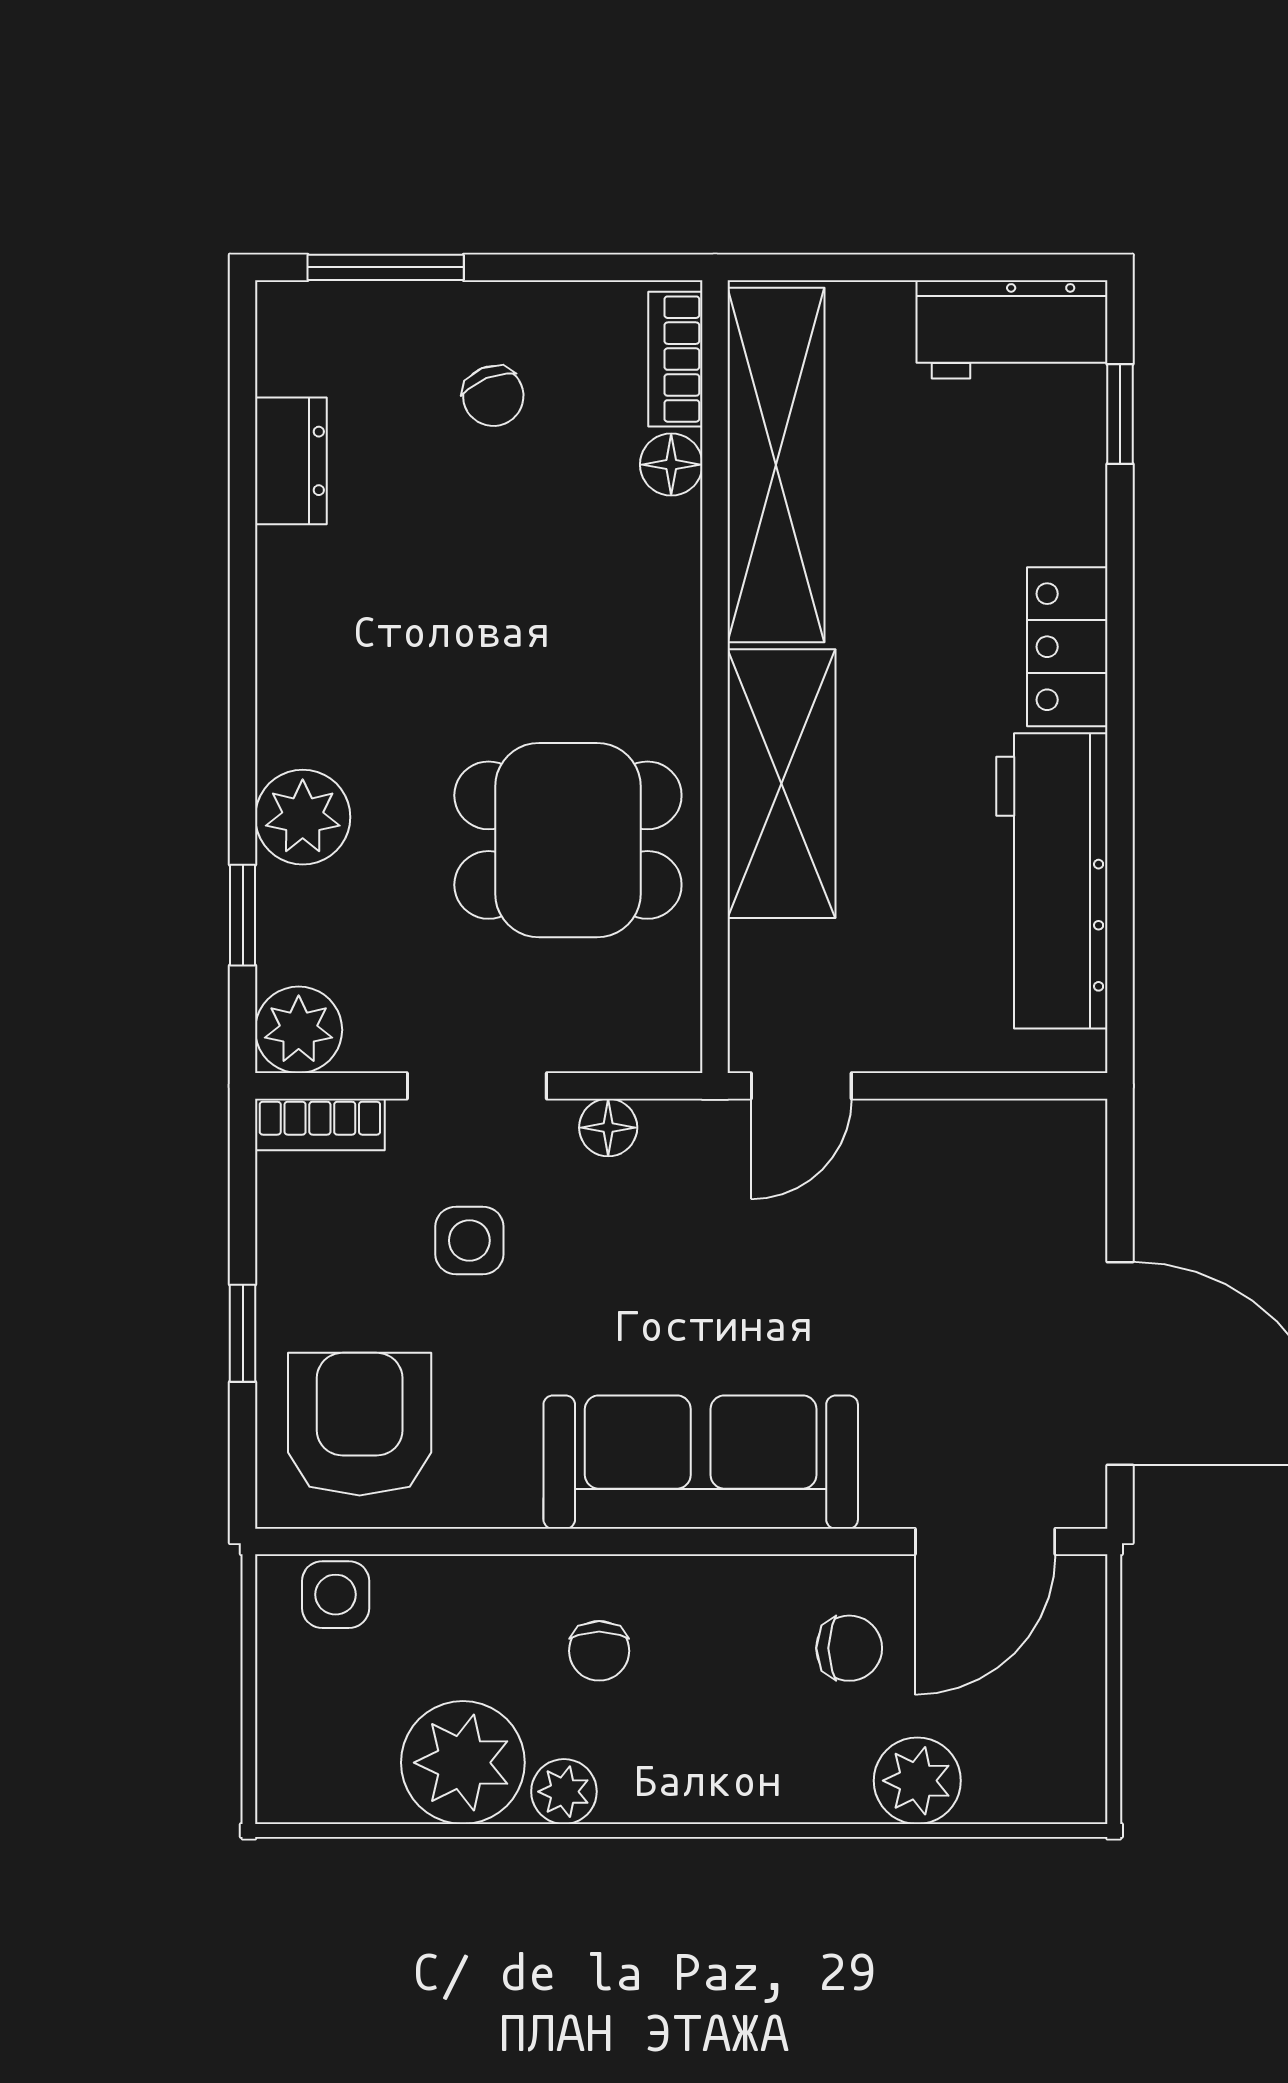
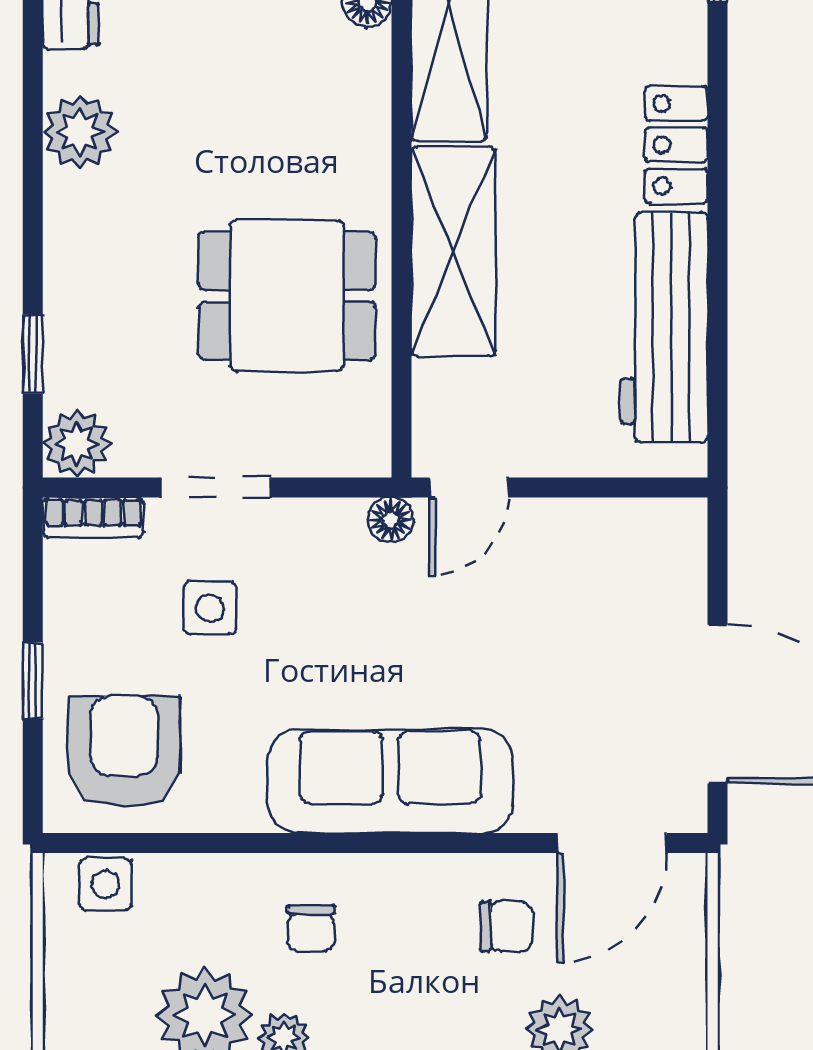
plant: (303, 817) -> (80, 132), moved
floor lamp: (608, 1128) -> (391, 520), moved

